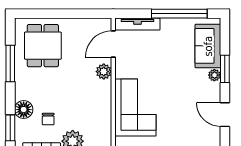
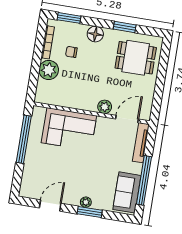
door: (113, 44) -> (127, 119), hinge flipped
sofa: (208, 46) -> (127, 192), moved, turned -90
window: (10, 64) -> (125, 27), width x0.69
floor lamp: (24, 110) -> (95, 34), moved

